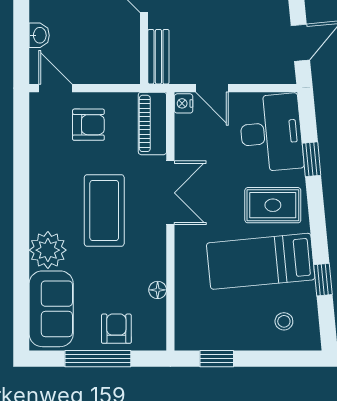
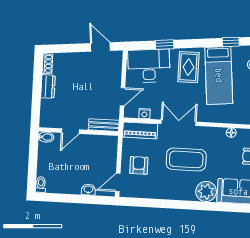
nightstand: (184, 103) -> (144, 114), moved

